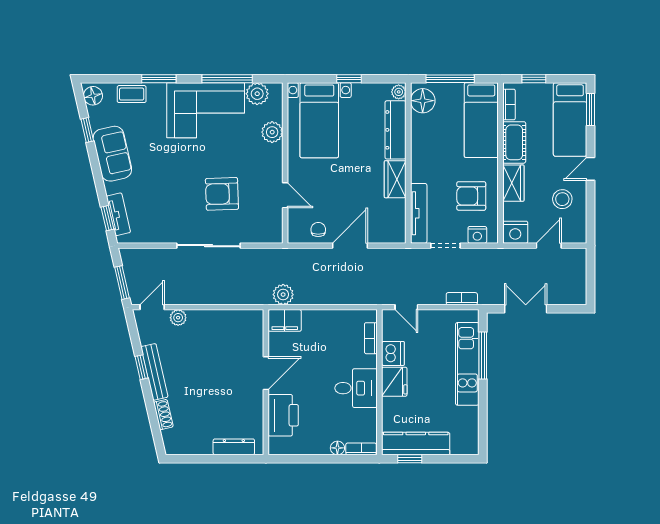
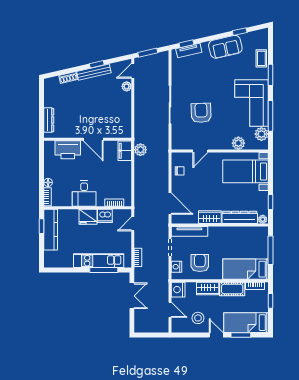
window: (349, 79) -> (271, 202), moved
floor lamp: (93, 96) -> (260, 35), removed
floor lamp: (423, 101) -> (257, 234), removed
window: (591, 110) -> (241, 335), moved
door: (350, 246) -> (170, 204), moved
door: (152, 307) -> (133, 71), swing flipped

